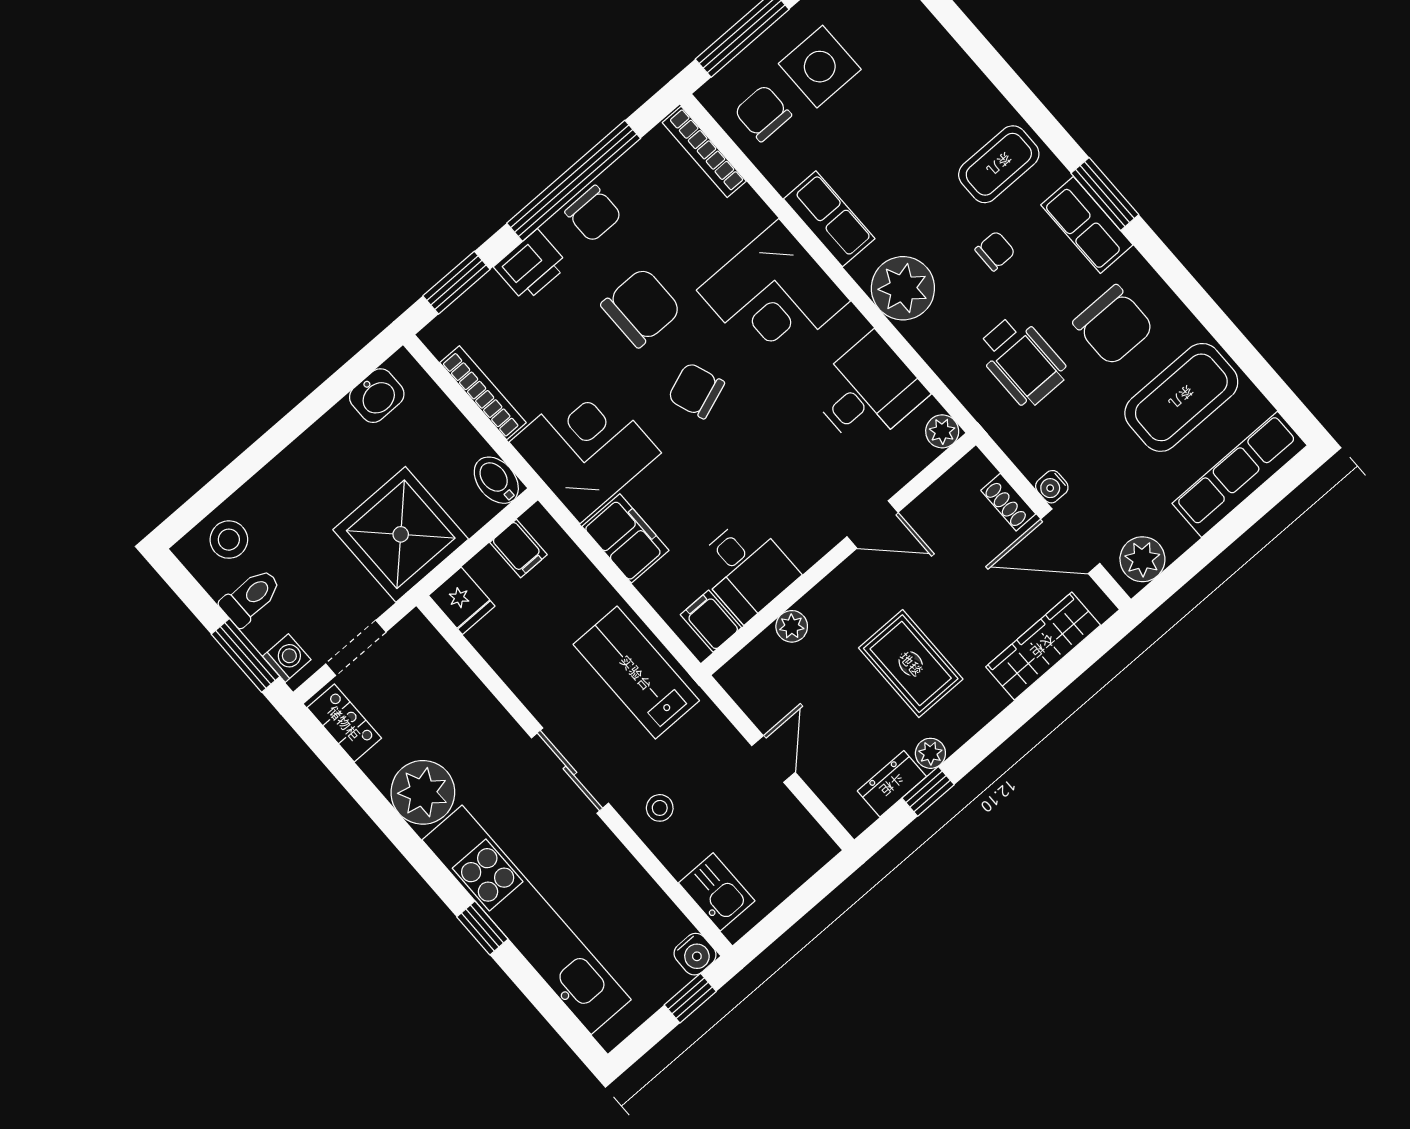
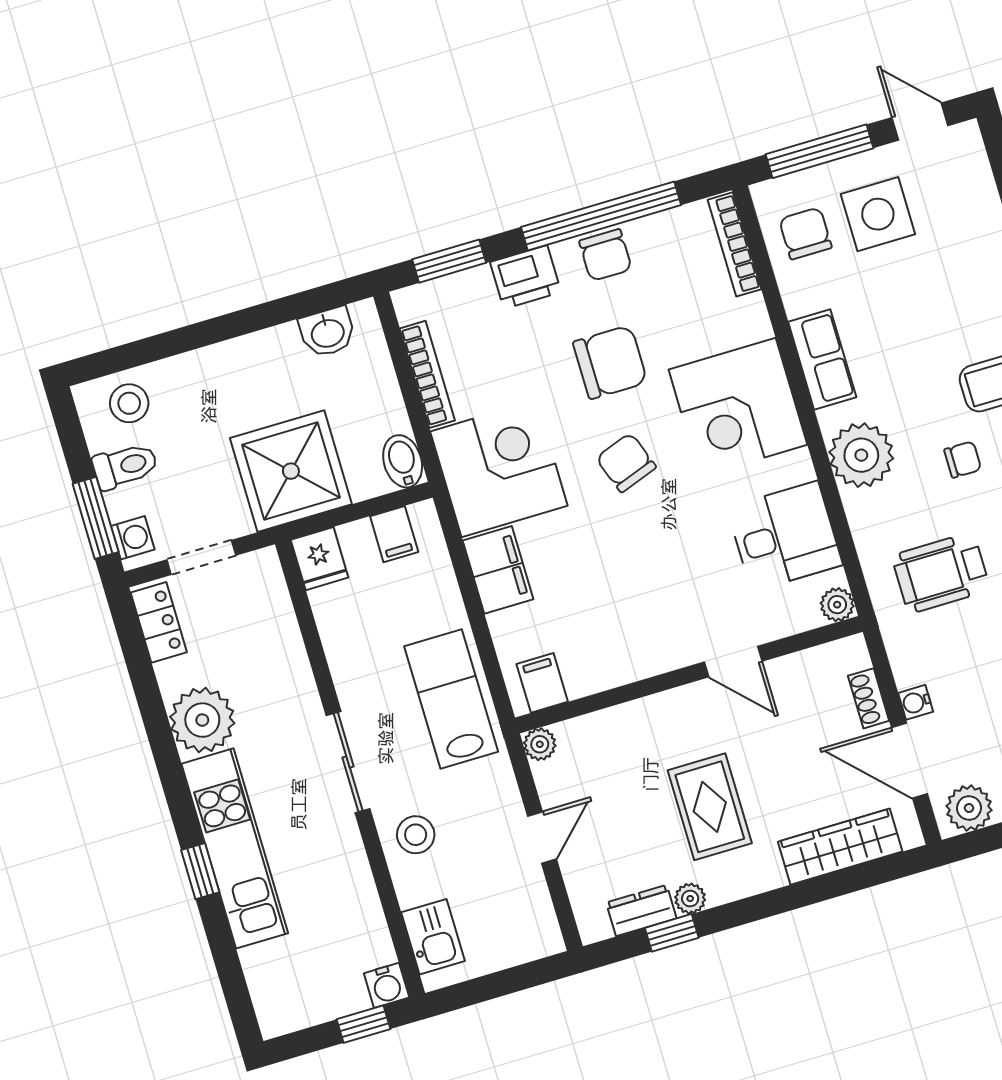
wheelchair: (1022, 361) -> (941, 573), turned 90
desk: (746, 569) -> (597, 649), removed
plant: (792, 626) -> (540, 744), moved
stool: (660, 808) -> (416, 835), width x1.37, depth x1.37
kitchen unit: (527, 920) -> (235, 848), width x0.73

